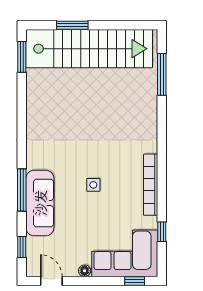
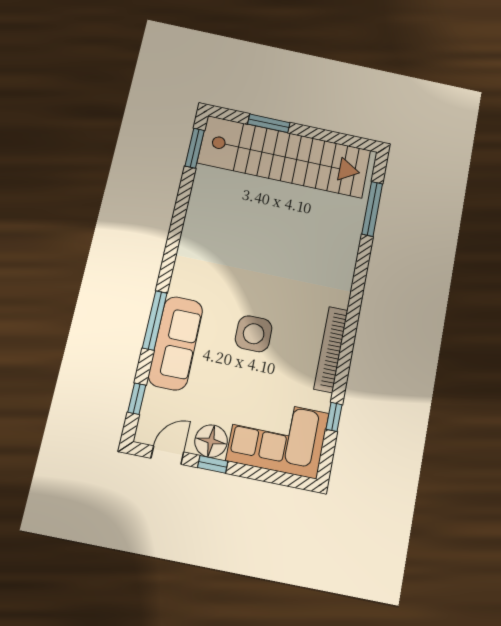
side table: (93, 185) -> (254, 334), width x1.87, depth x1.87
floor lamp: (85, 271) -> (211, 441), width x1.89, depth x1.89
door: (51, 281) -> (167, 455), hinge flipped
window: (135, 281) -> (213, 464), moved

